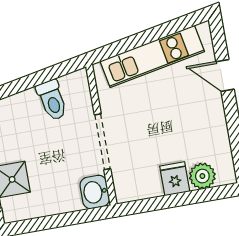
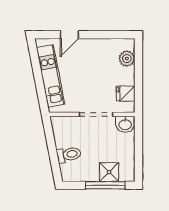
toilet: (52, 100) -> (69, 155), moved
fridge: (175, 179) -> (126, 94), moved

